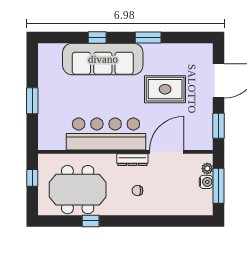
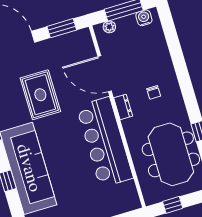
dresser: (132, 160) -> (123, 107), width x0.70
water cooler: (206, 182) -> (144, 18), moved

